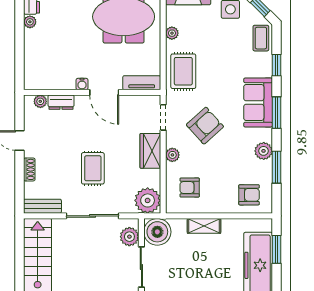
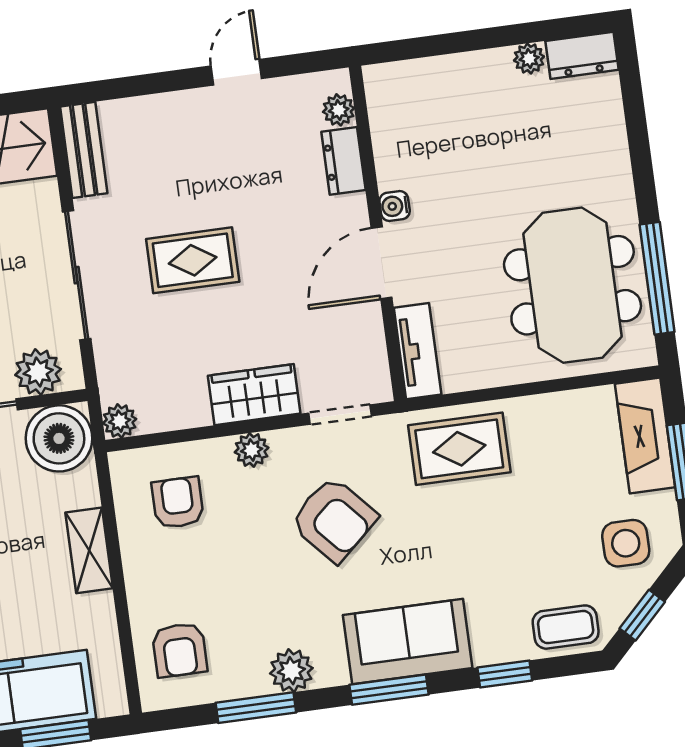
plant: (172, 33) -> (548, 409), removed
shoe rack: (29, 169) -> (169, 106), removed
plant: (148, 200) -> (120, 421), width x0.53, depth x0.53

